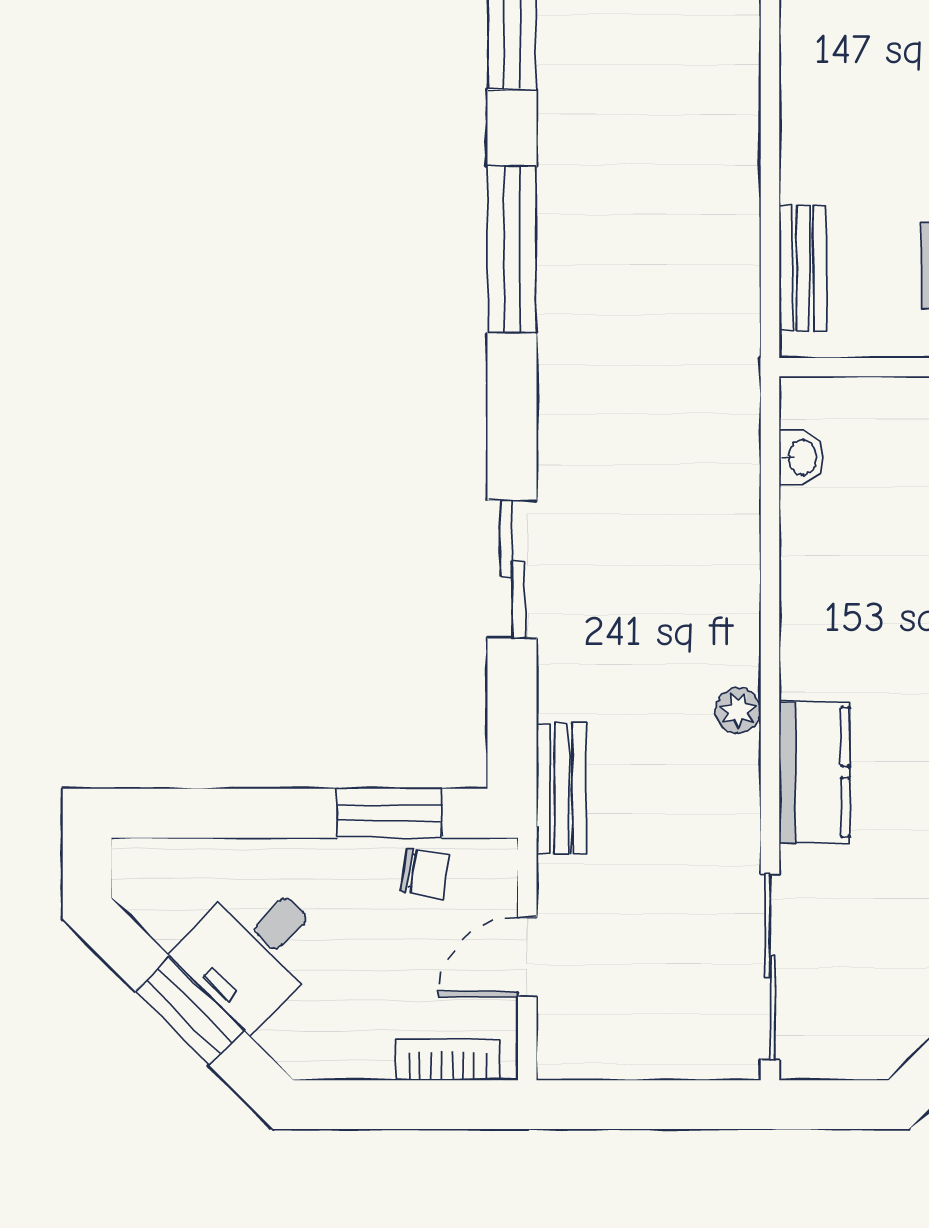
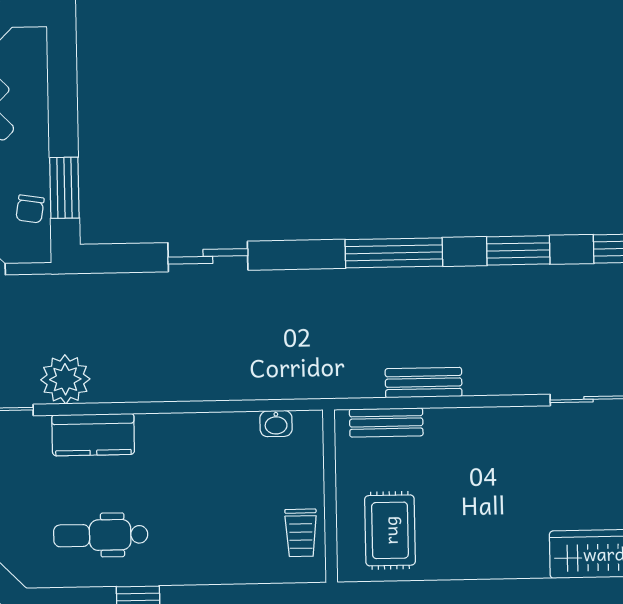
plant: (738, 710) -> (65, 379), moved, width x1.88, depth x1.88
bench: (561, 788) -> (424, 383), moved

